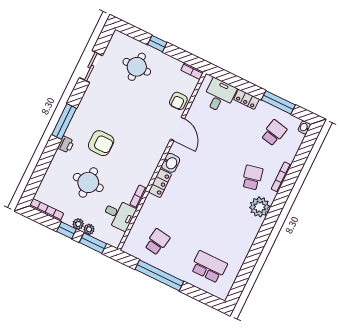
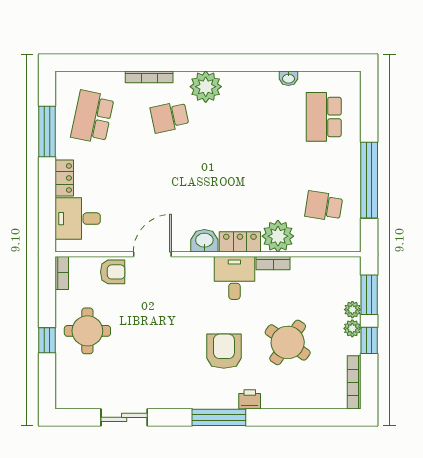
round table: (137, 67) -> (87, 331), moved
washbasin: (304, 127) -> (288, 78), moved
school desk: (274, 133) -> (92, 117), width x1.85
round table: (88, 182) -> (288, 342), turned 35
plant: (153, 207) -> (278, 236), added
desk: (119, 215) -> (234, 278), moved

